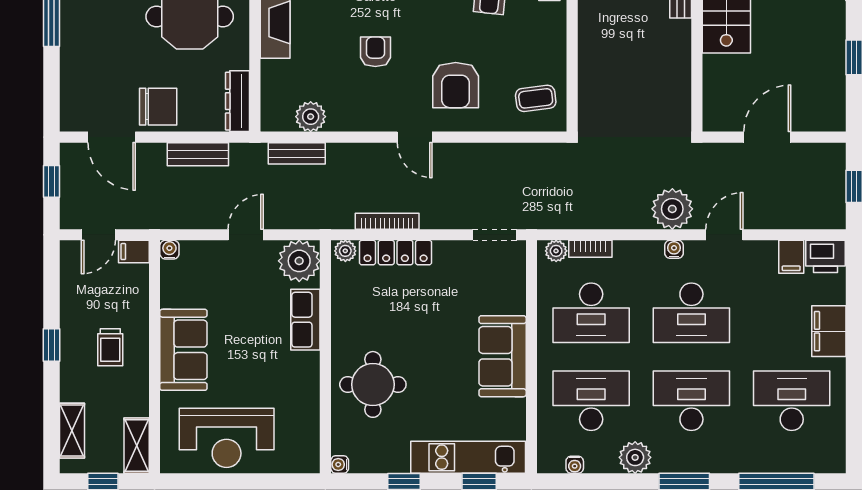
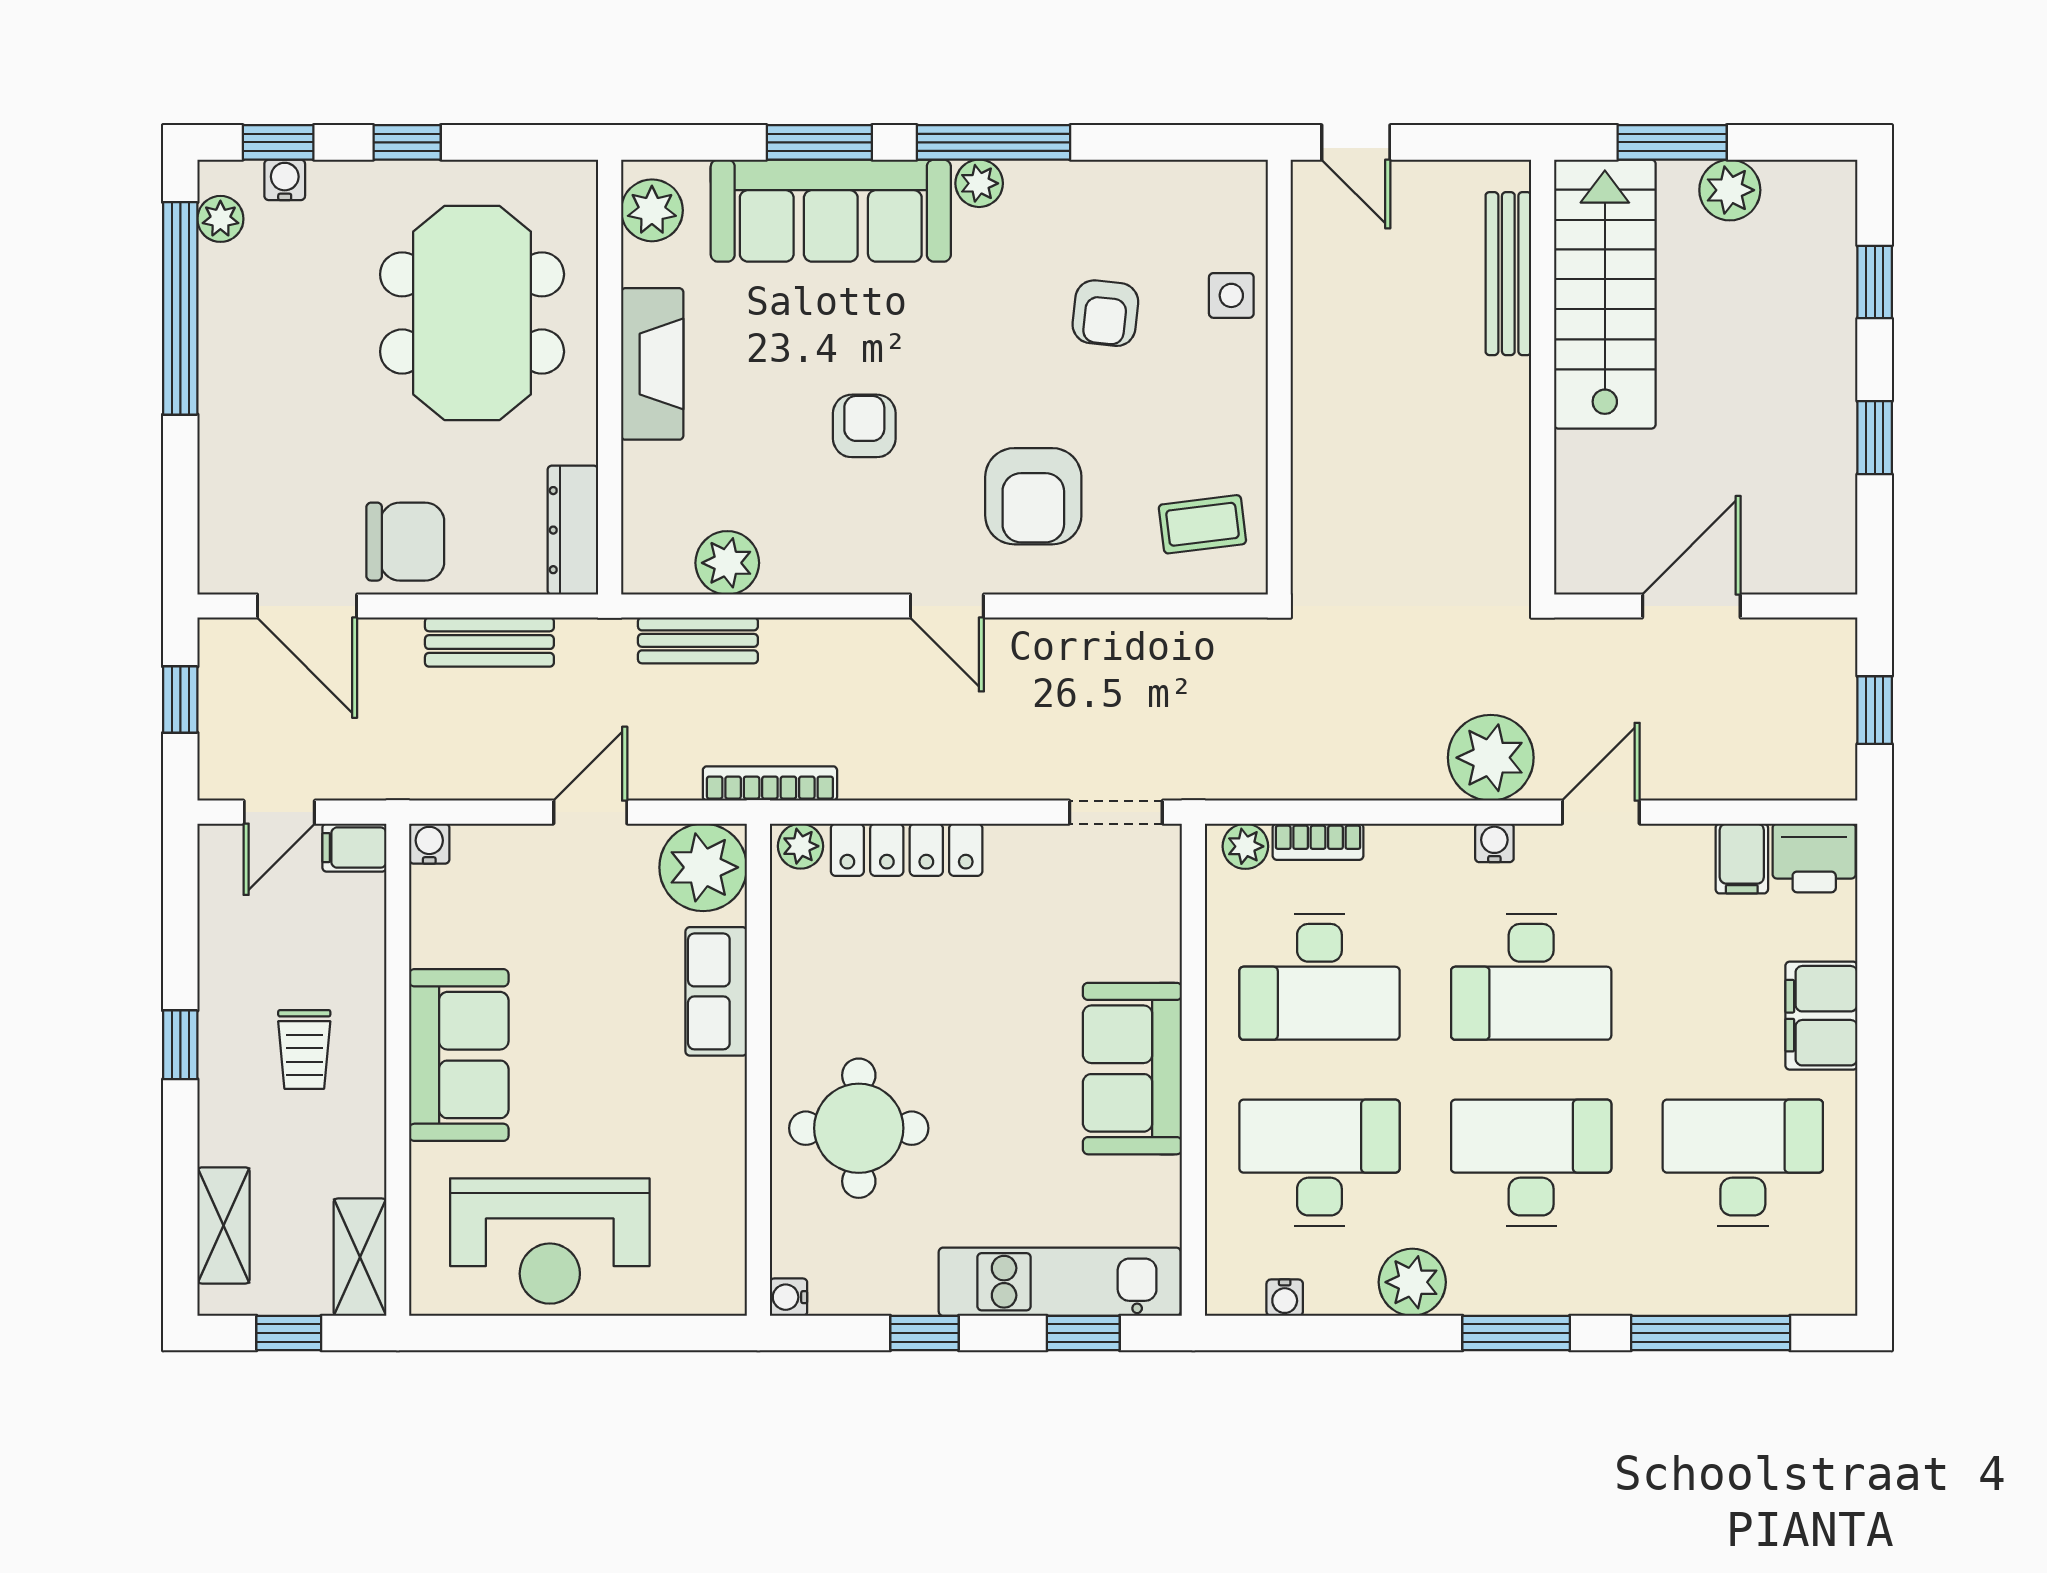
bookcase: (387, 221) -> (770, 783), moved

